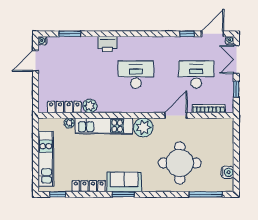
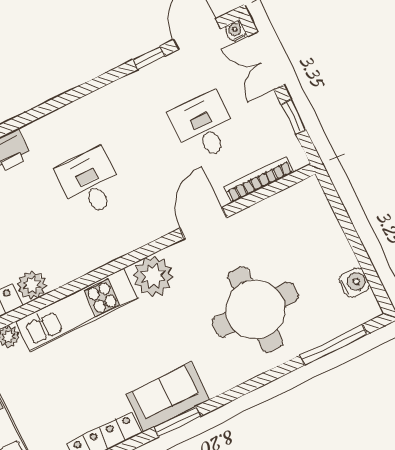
desk: (136, 75) -> (90, 183), width x0.73
desk: (196, 75) -> (204, 127), width x0.73

